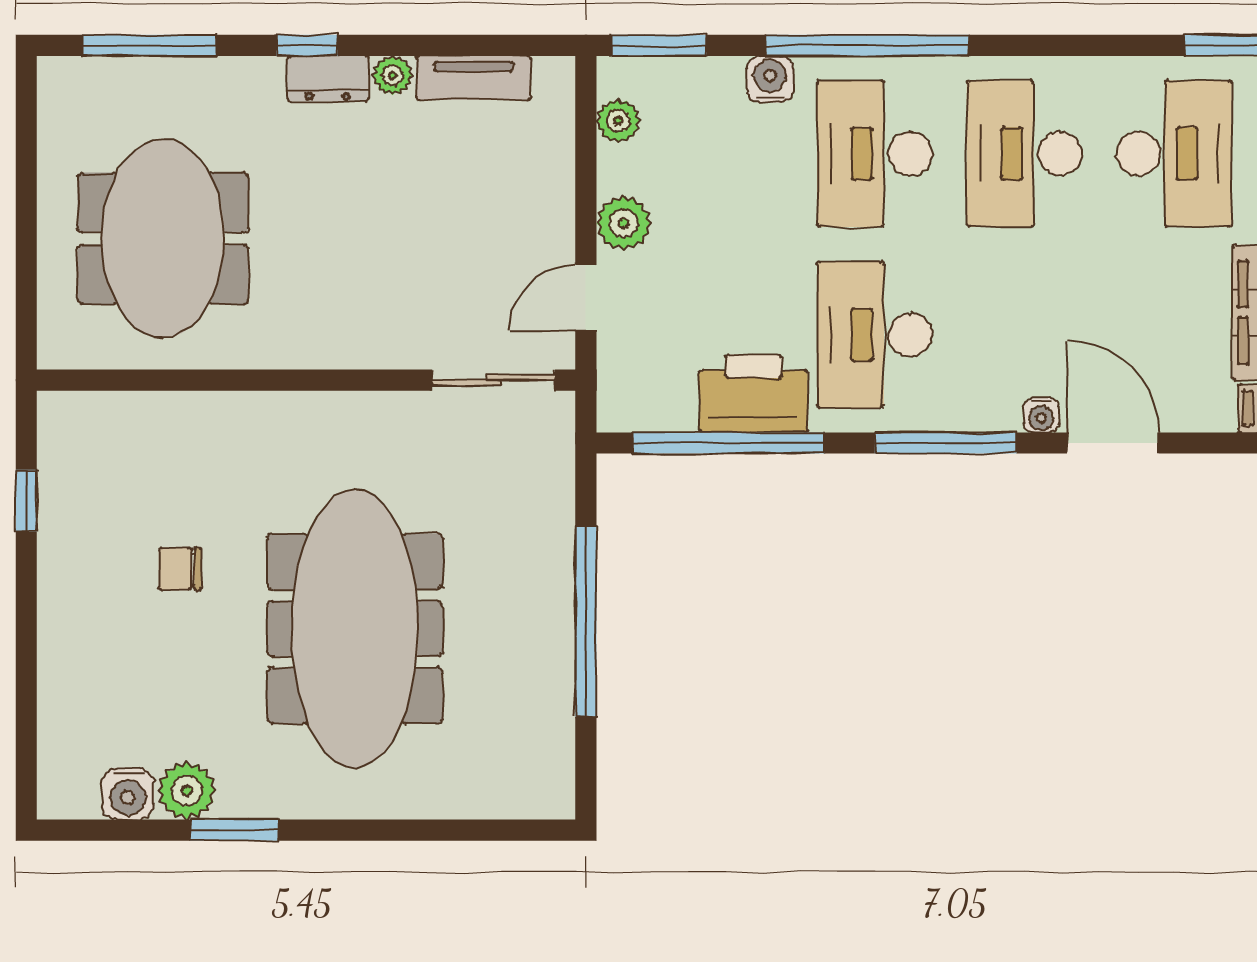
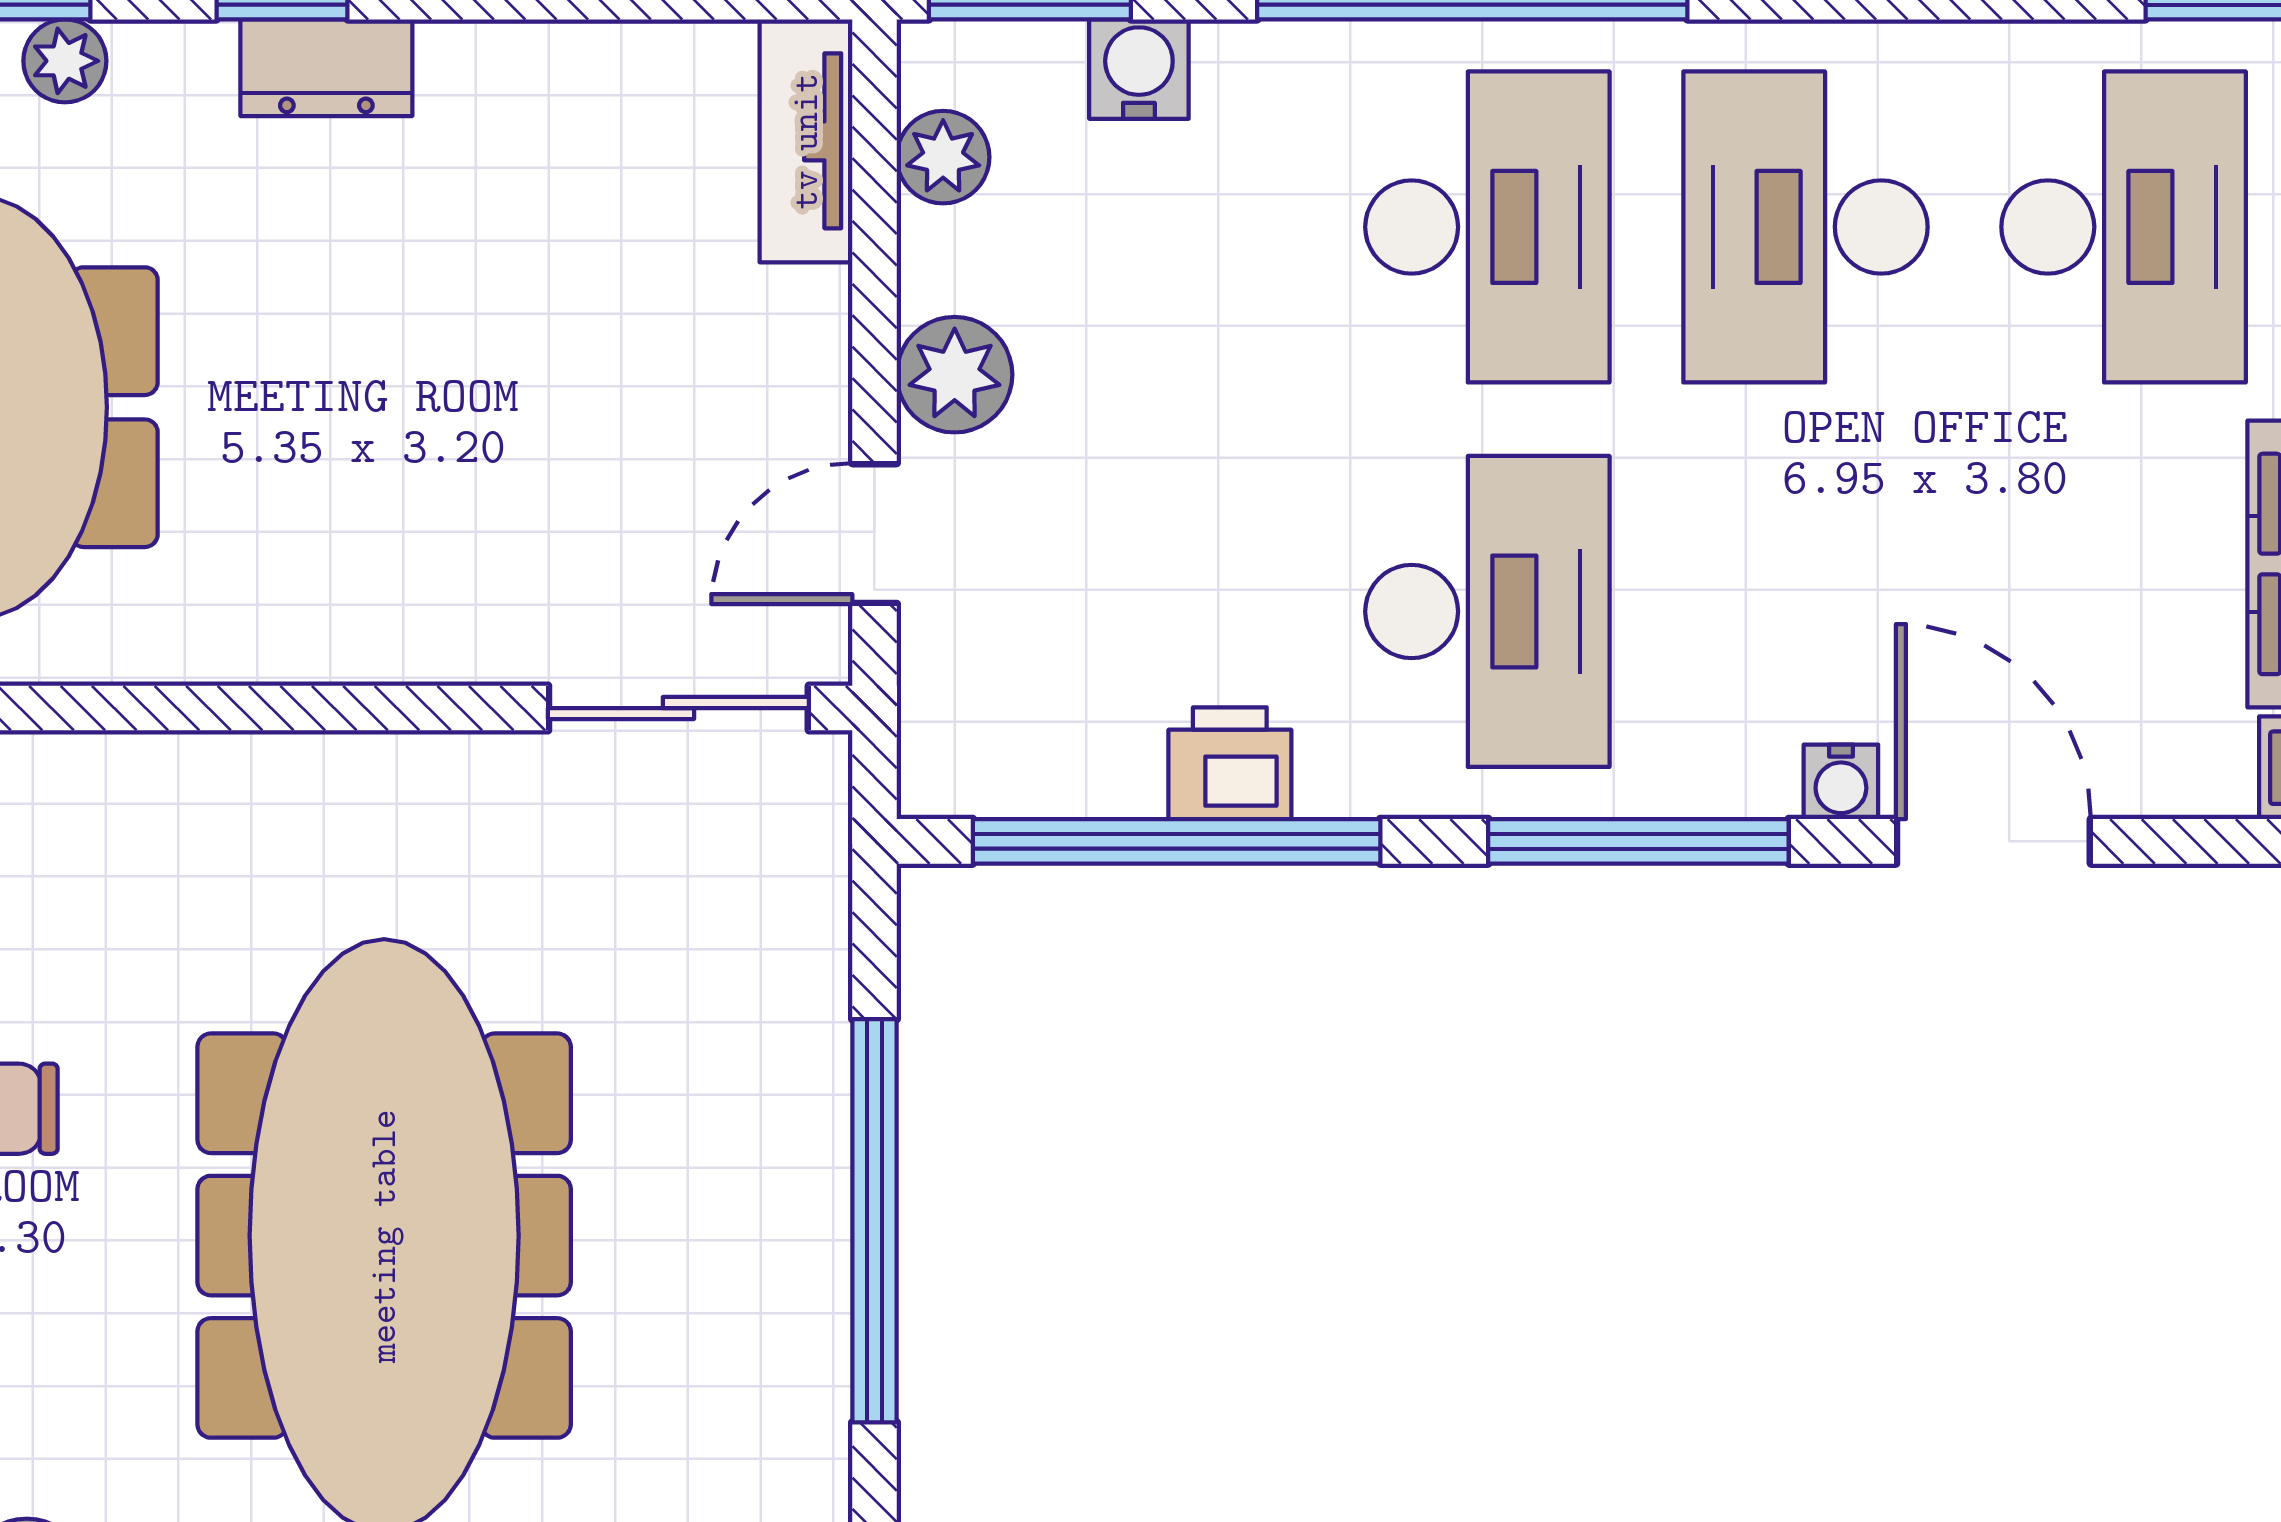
plant: (393, 75) -> (65, 61), moved
tv unit: (474, 78) -> (806, 141), moved, turned 90
water cooler: (770, 79) -> (1139, 69), moved
desk: (875, 154) -> (1487, 227), turned 180
desk: (875, 335) -> (1487, 611), turned 180
printer: (753, 394) -> (1230, 763), width x0.53, depth x0.68

